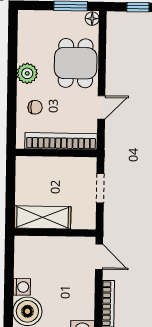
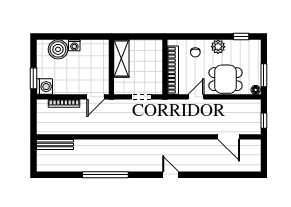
window: (13, 39) -> (241, 37), added
door: (101, 107) -> (196, 97), swing flipped

